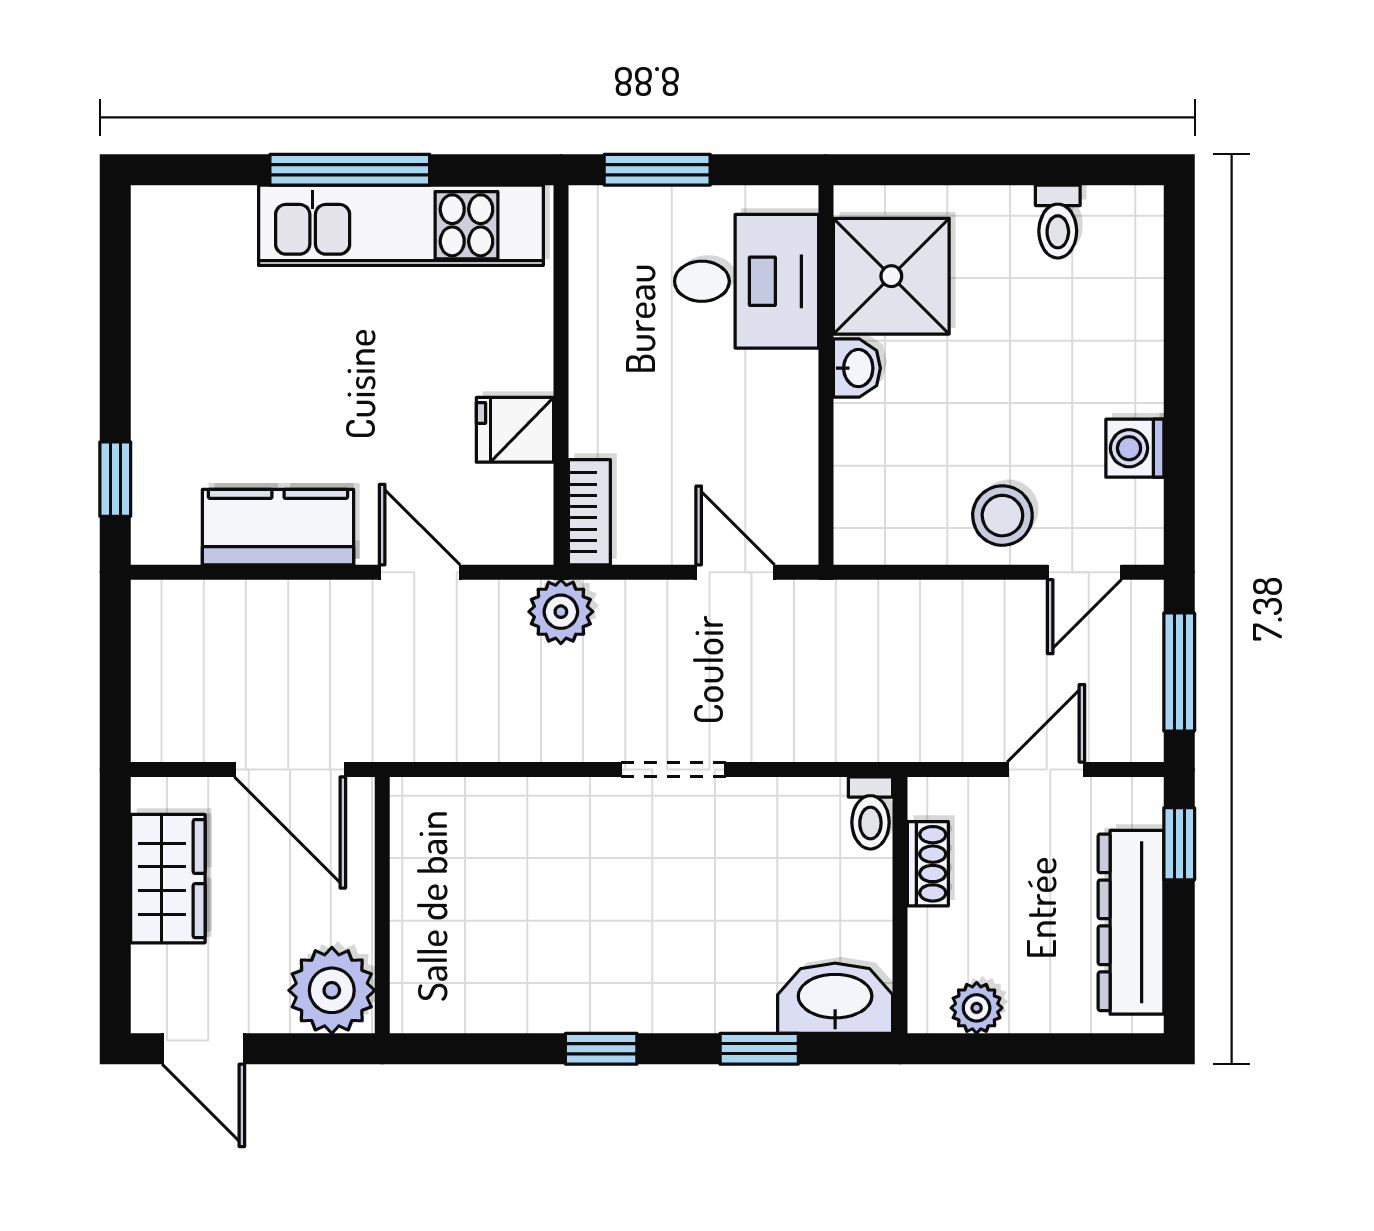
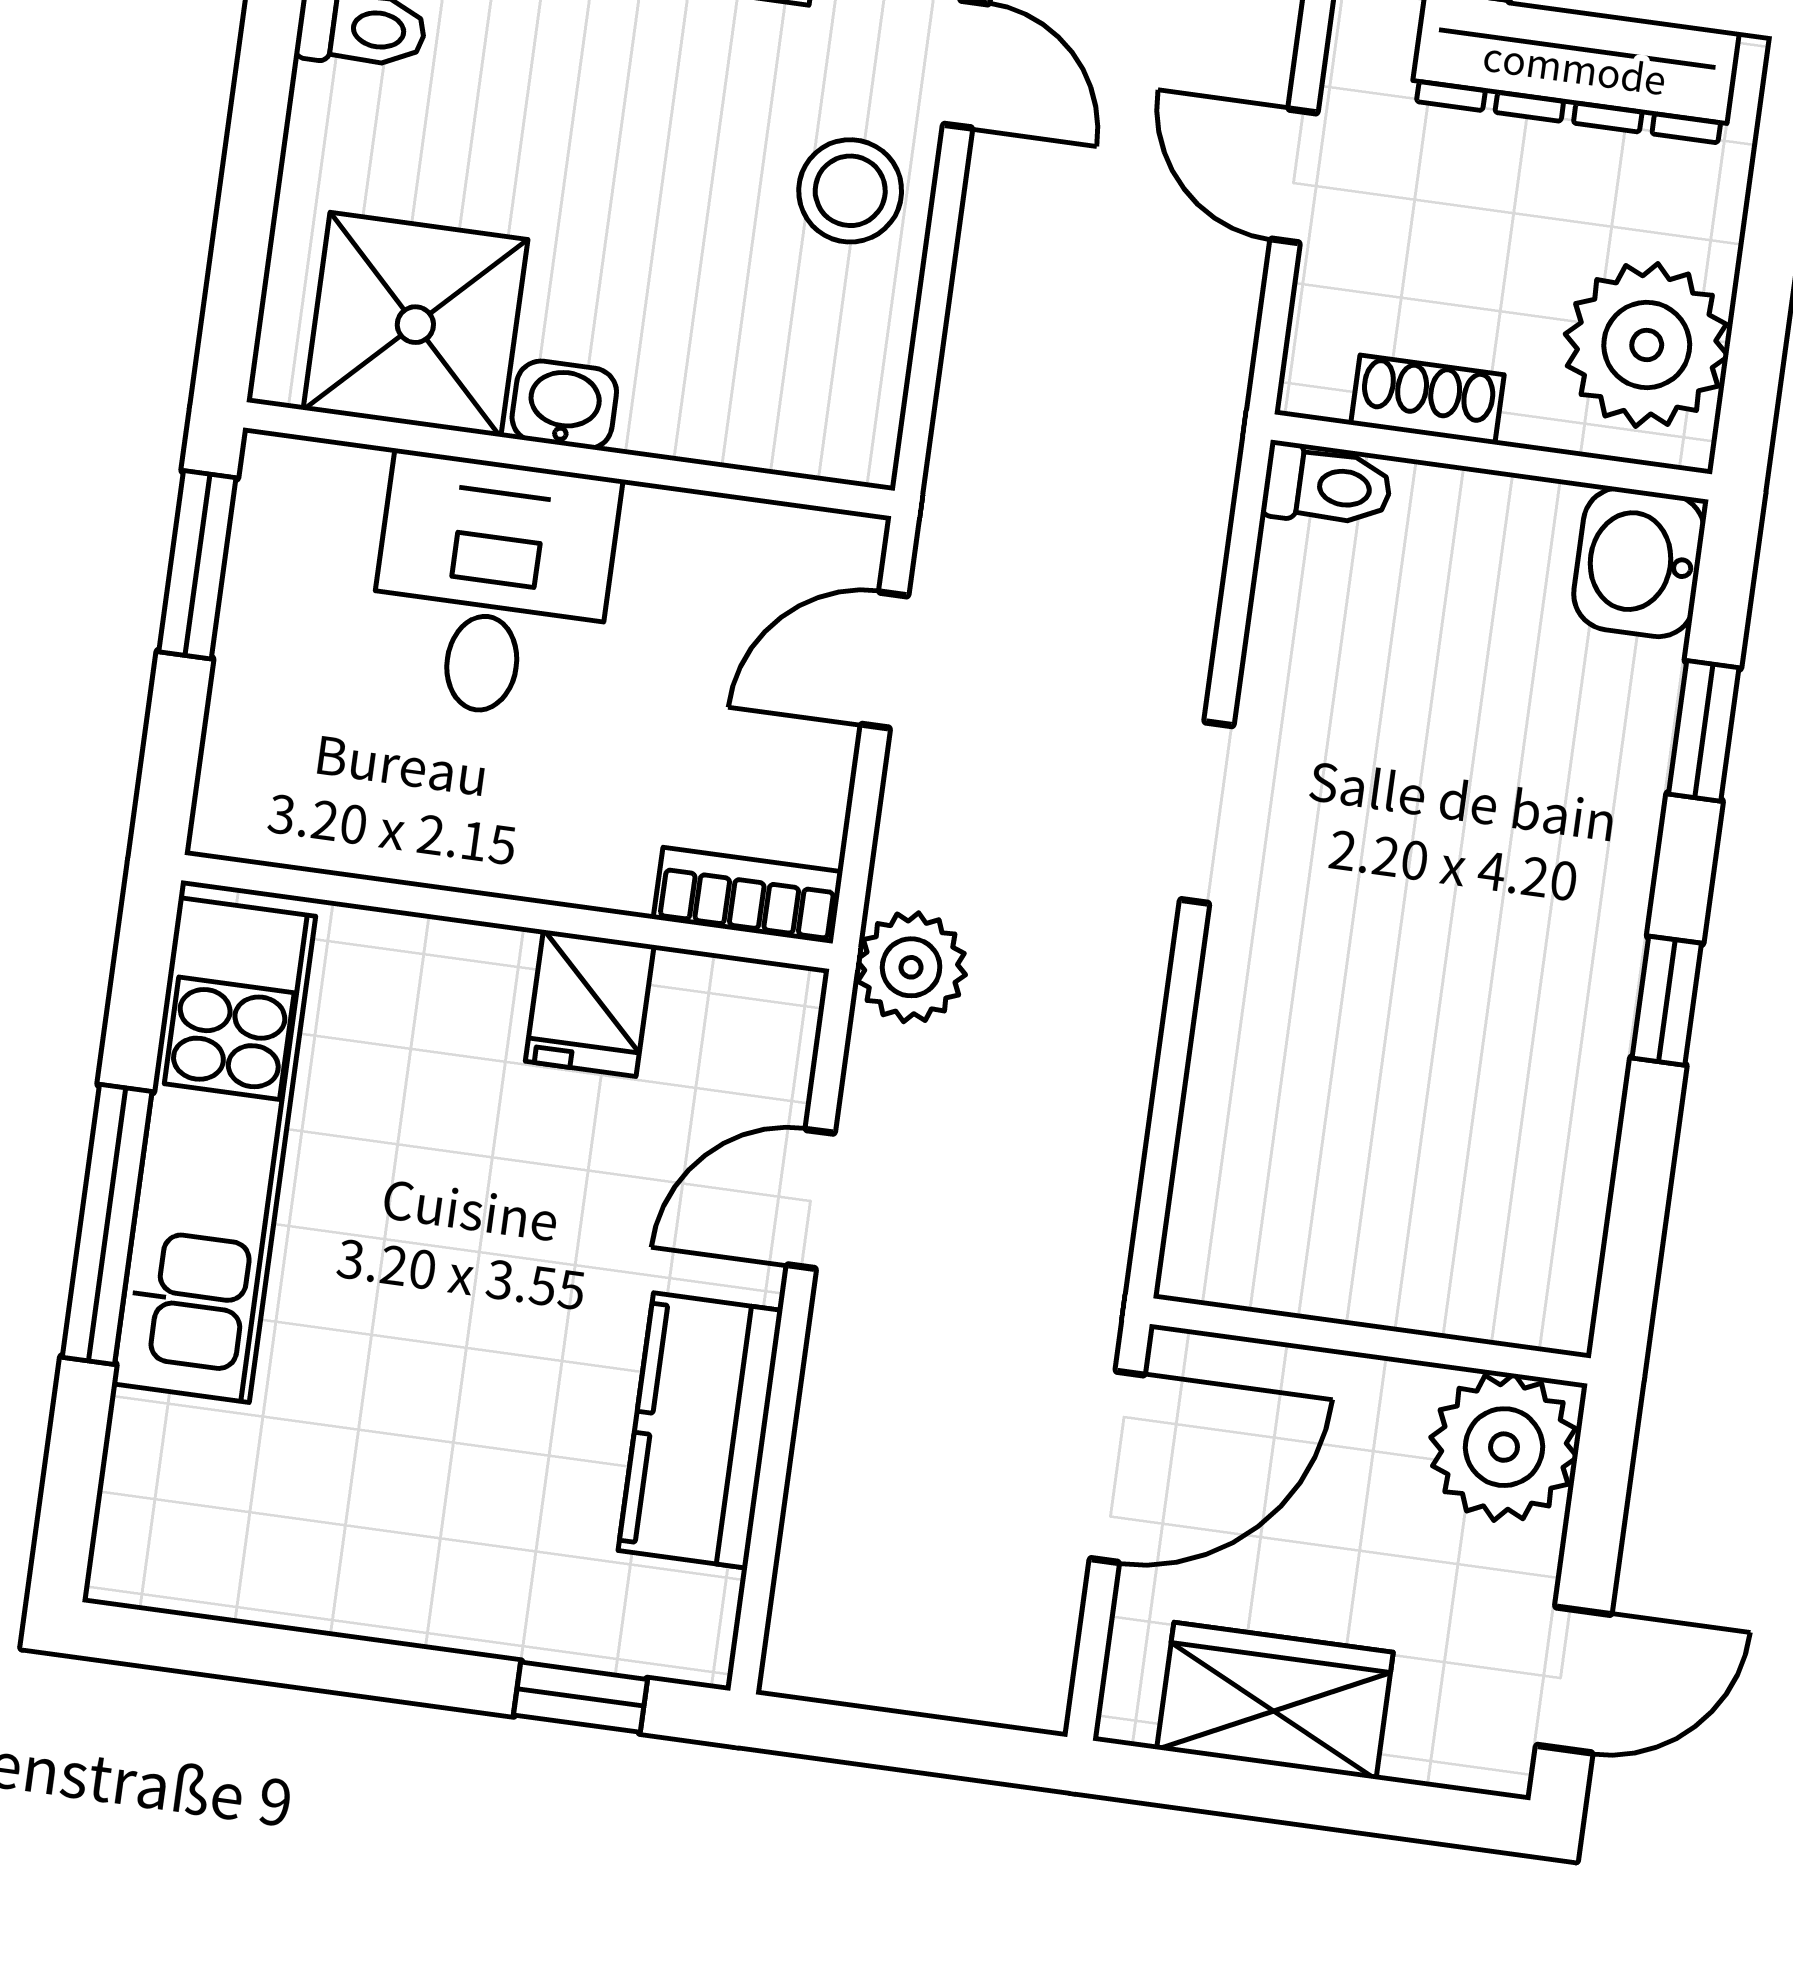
window: (657, 170) -> (197, 565), moved
desk: (747, 281) -> (492, 587), moved
washbasin: (835, 998) -> (1639, 562), width x0.72
plant: (977, 1008) -> (1647, 345), width x1.87, depth x1.87

